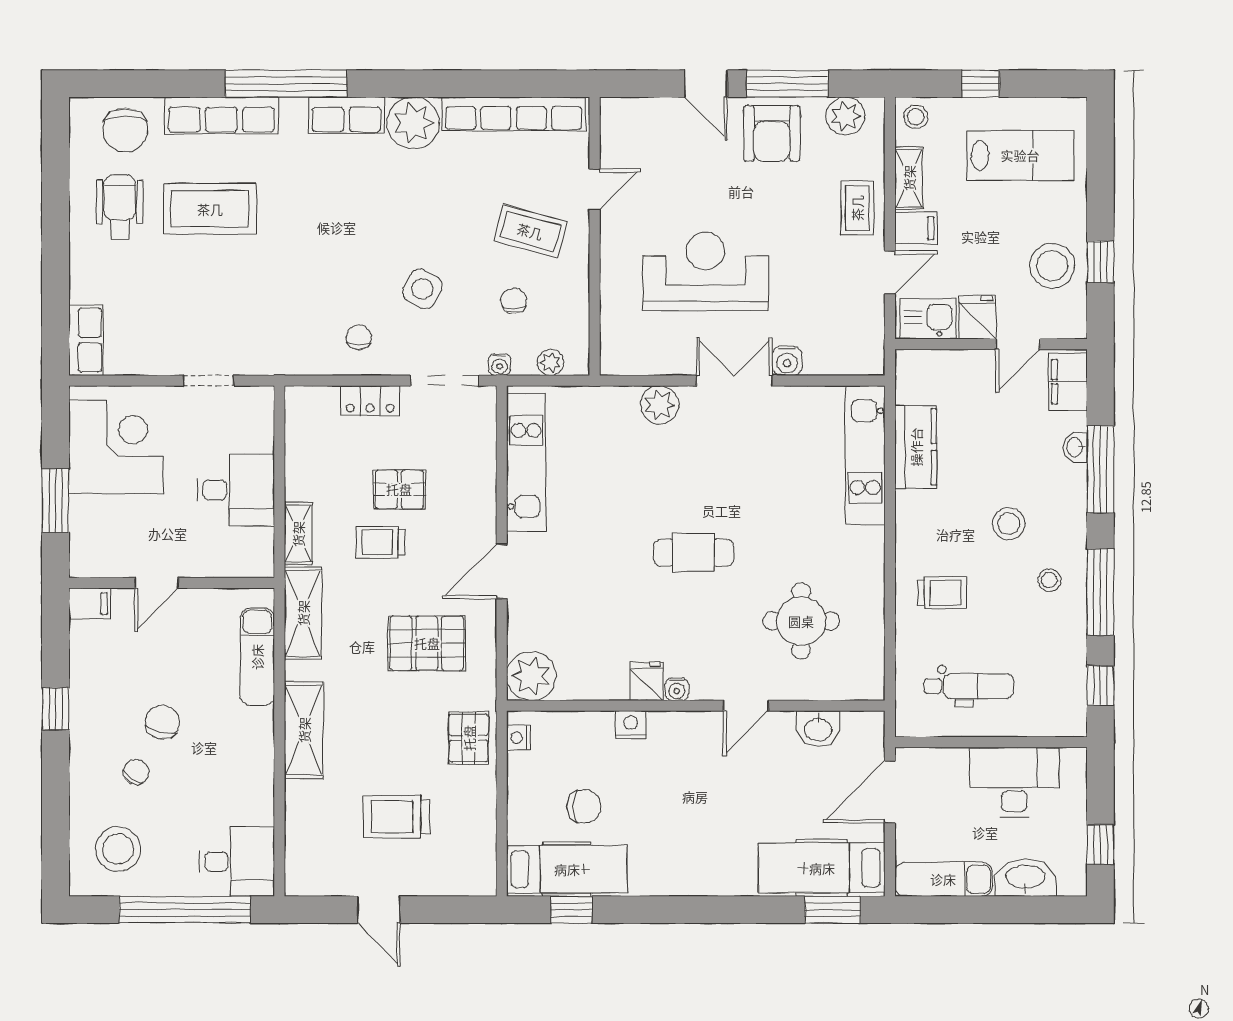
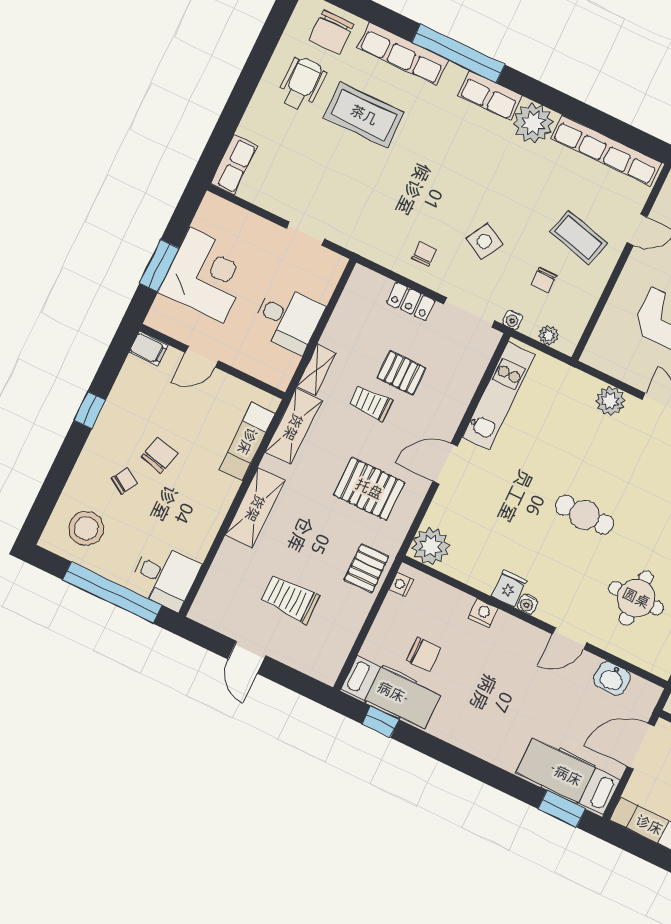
chair: (514, 301) -> (544, 280), turned 180
corner desk: (116, 447) -> (206, 275), moved

